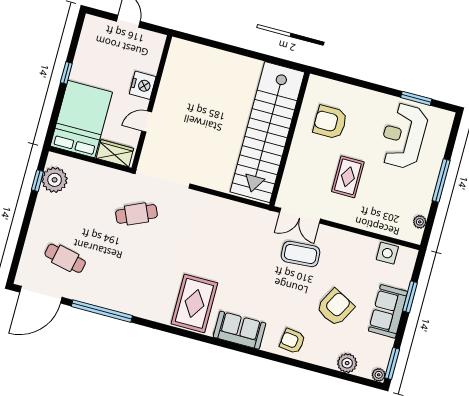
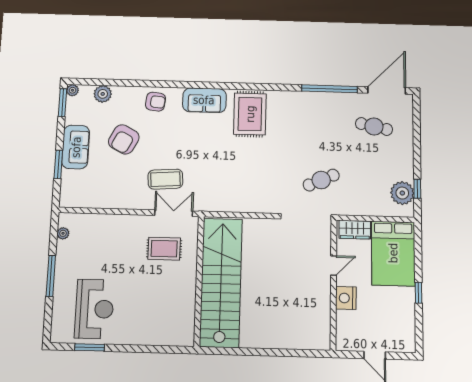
armchair: (330, 122) -> (165, 305), removed
rug: (348, 177) -> (164, 249), moved, turned 90
side table: (387, 253) -> (87, 198), removed

